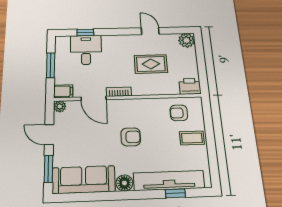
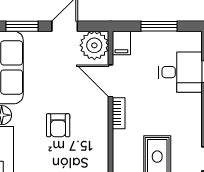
door: (94, 98) -> (111, 81), hinge flipped
plant: (60, 106) -> (94, 45), width x1.88, depth x1.88

